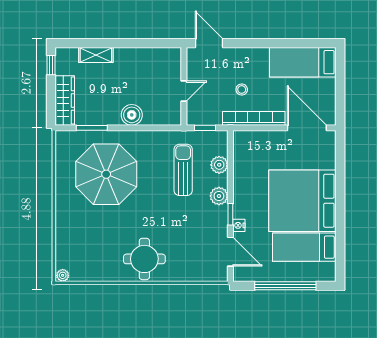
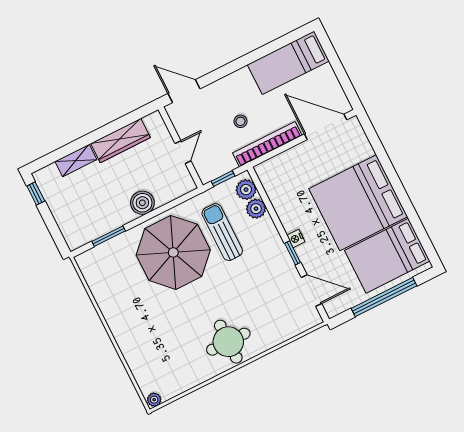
wardrobe: (65, 100) -> (120, 140), moved, turned 90
parasol: (106, 174) -> (173, 252), moved
plant: (219, 196) -> (246, 190), moved
nightstand: (239, 225) -> (296, 238), moved
bed: (304, 247) -> (387, 256), width x1.50

